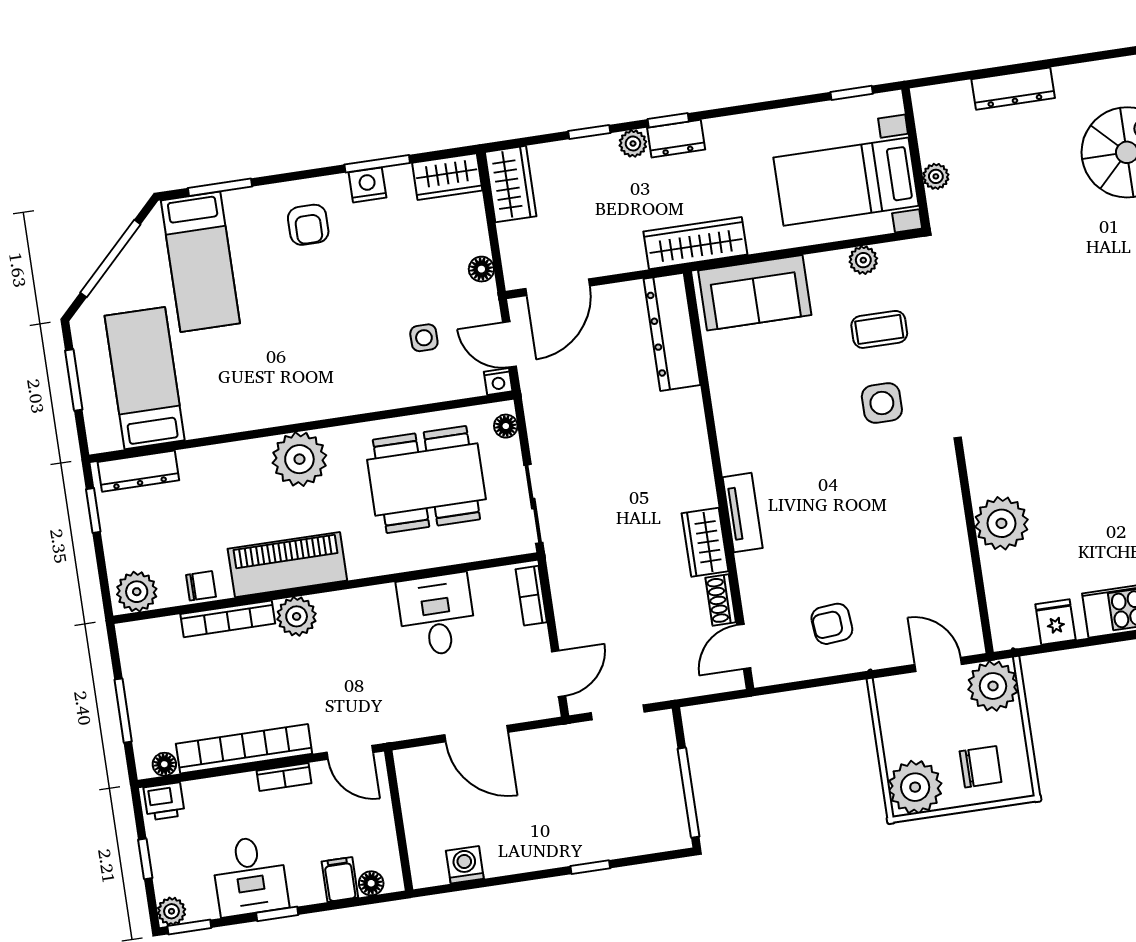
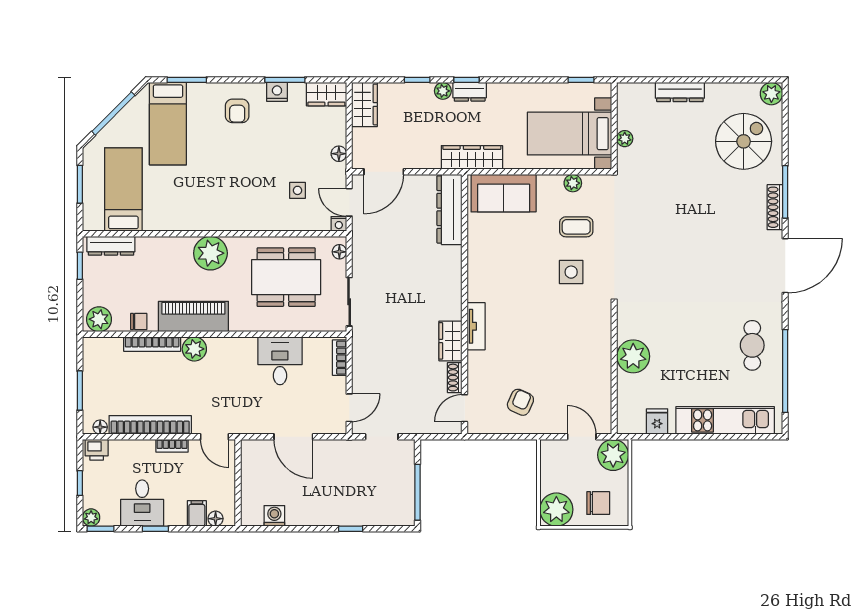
armchair: (832, 624) -> (520, 402), turned 119

